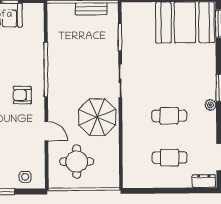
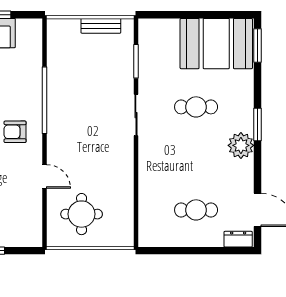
plant: (211, 105) -> (241, 145), width x1.87, depth x1.87
cafe table: (169, 116) -> (196, 107), moved
parasol: (97, 117) -> (107, 160), removed
side table: (25, 177) -> (18, 233), removed

